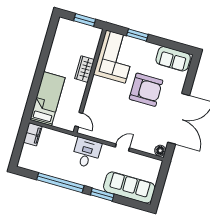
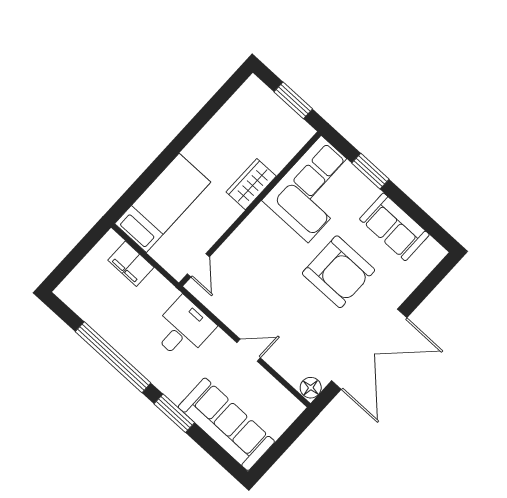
sofa: (173, 59) -> (394, 227), moved
filing cabinet: (33, 134) -> (131, 264), moved, turned 90

